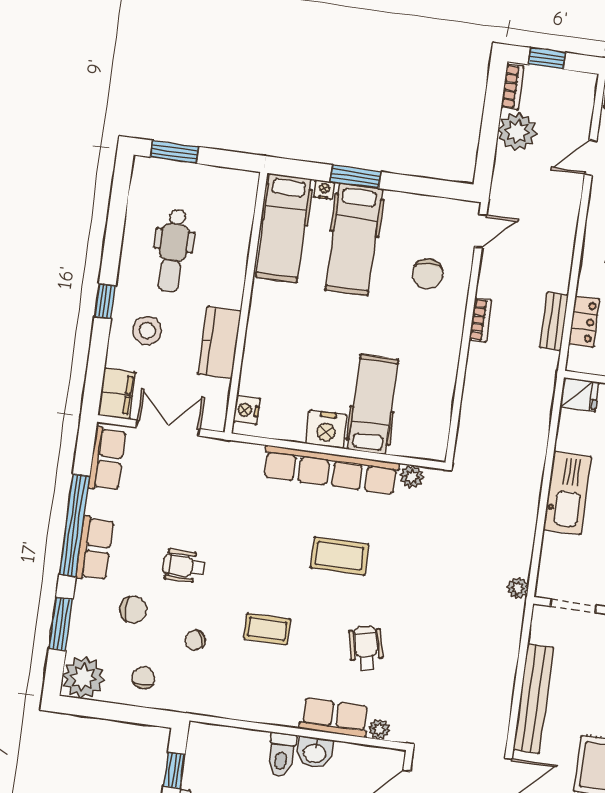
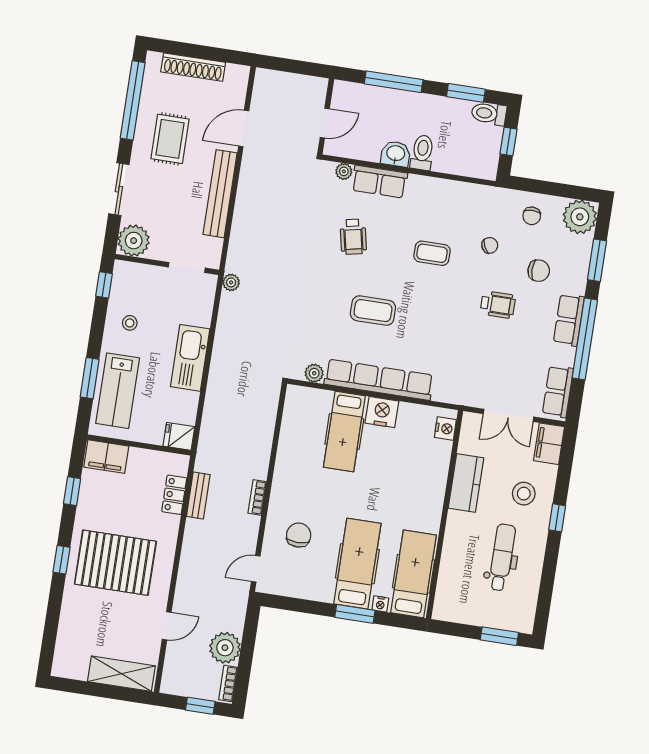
chair: (133, 610) -> (539, 271), turned 180

